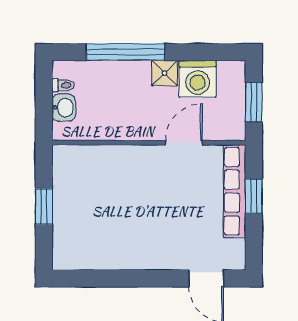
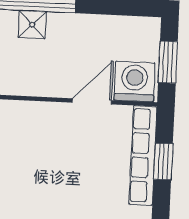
shower: (165, 73) -> (32, 25), moved
washing machine: (197, 79) -> (135, 82), moved, turned 180

